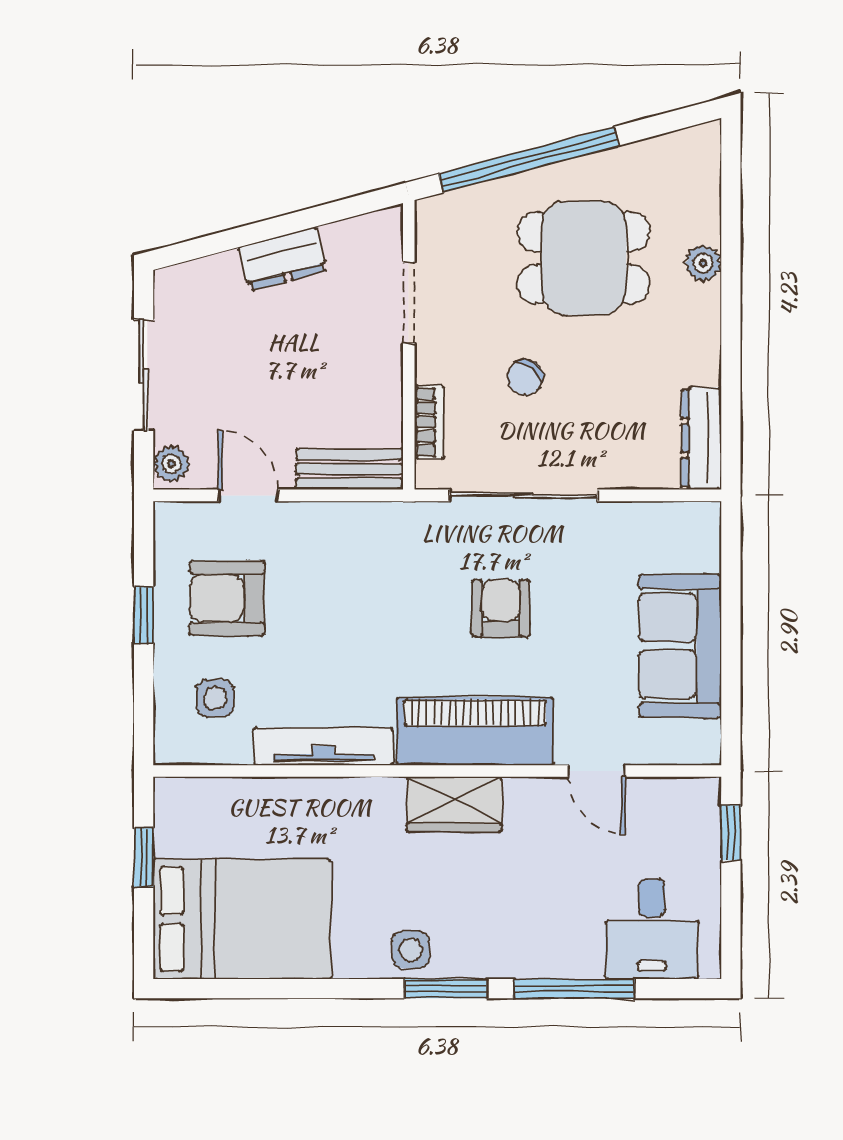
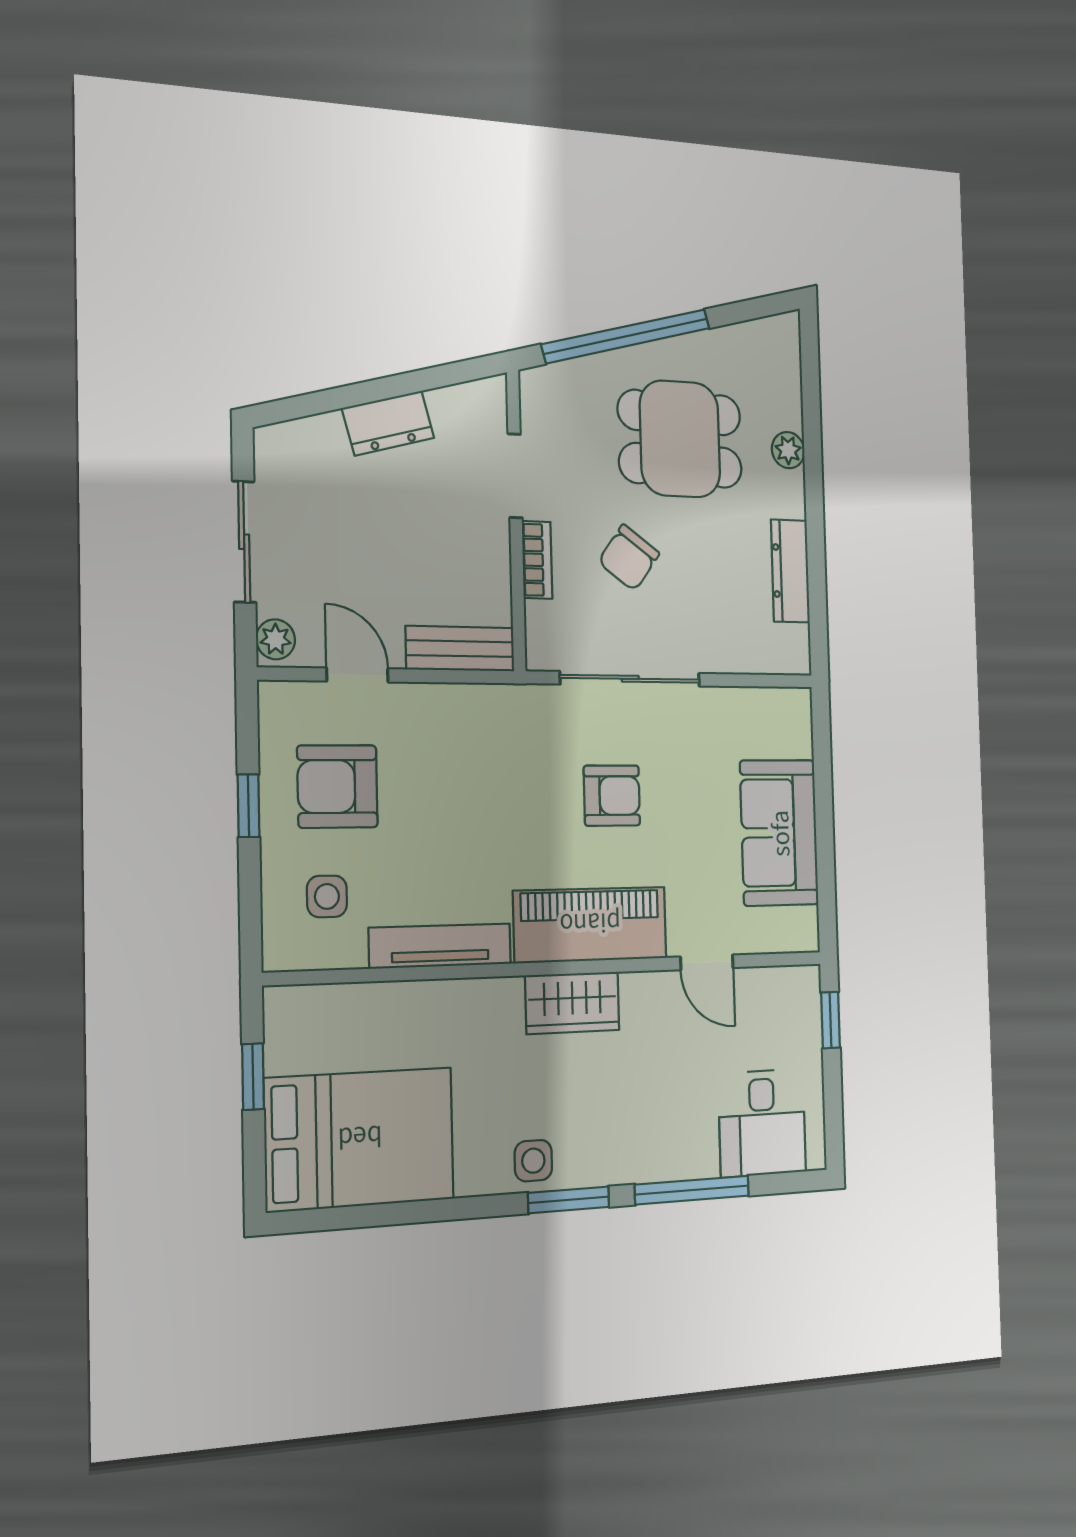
chair: (525, 377) -> (629, 558), width x1.37, depth x1.37
bookcase: (429, 422) -> (537, 560), moved
dresser: (701, 438) -> (790, 571), moved
armchair: (501, 608) -> (612, 796), turned 90

